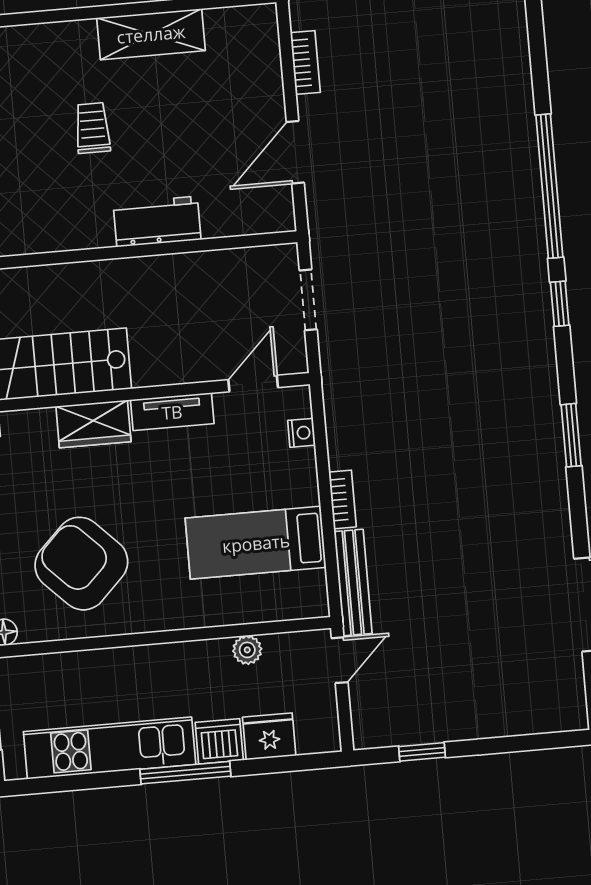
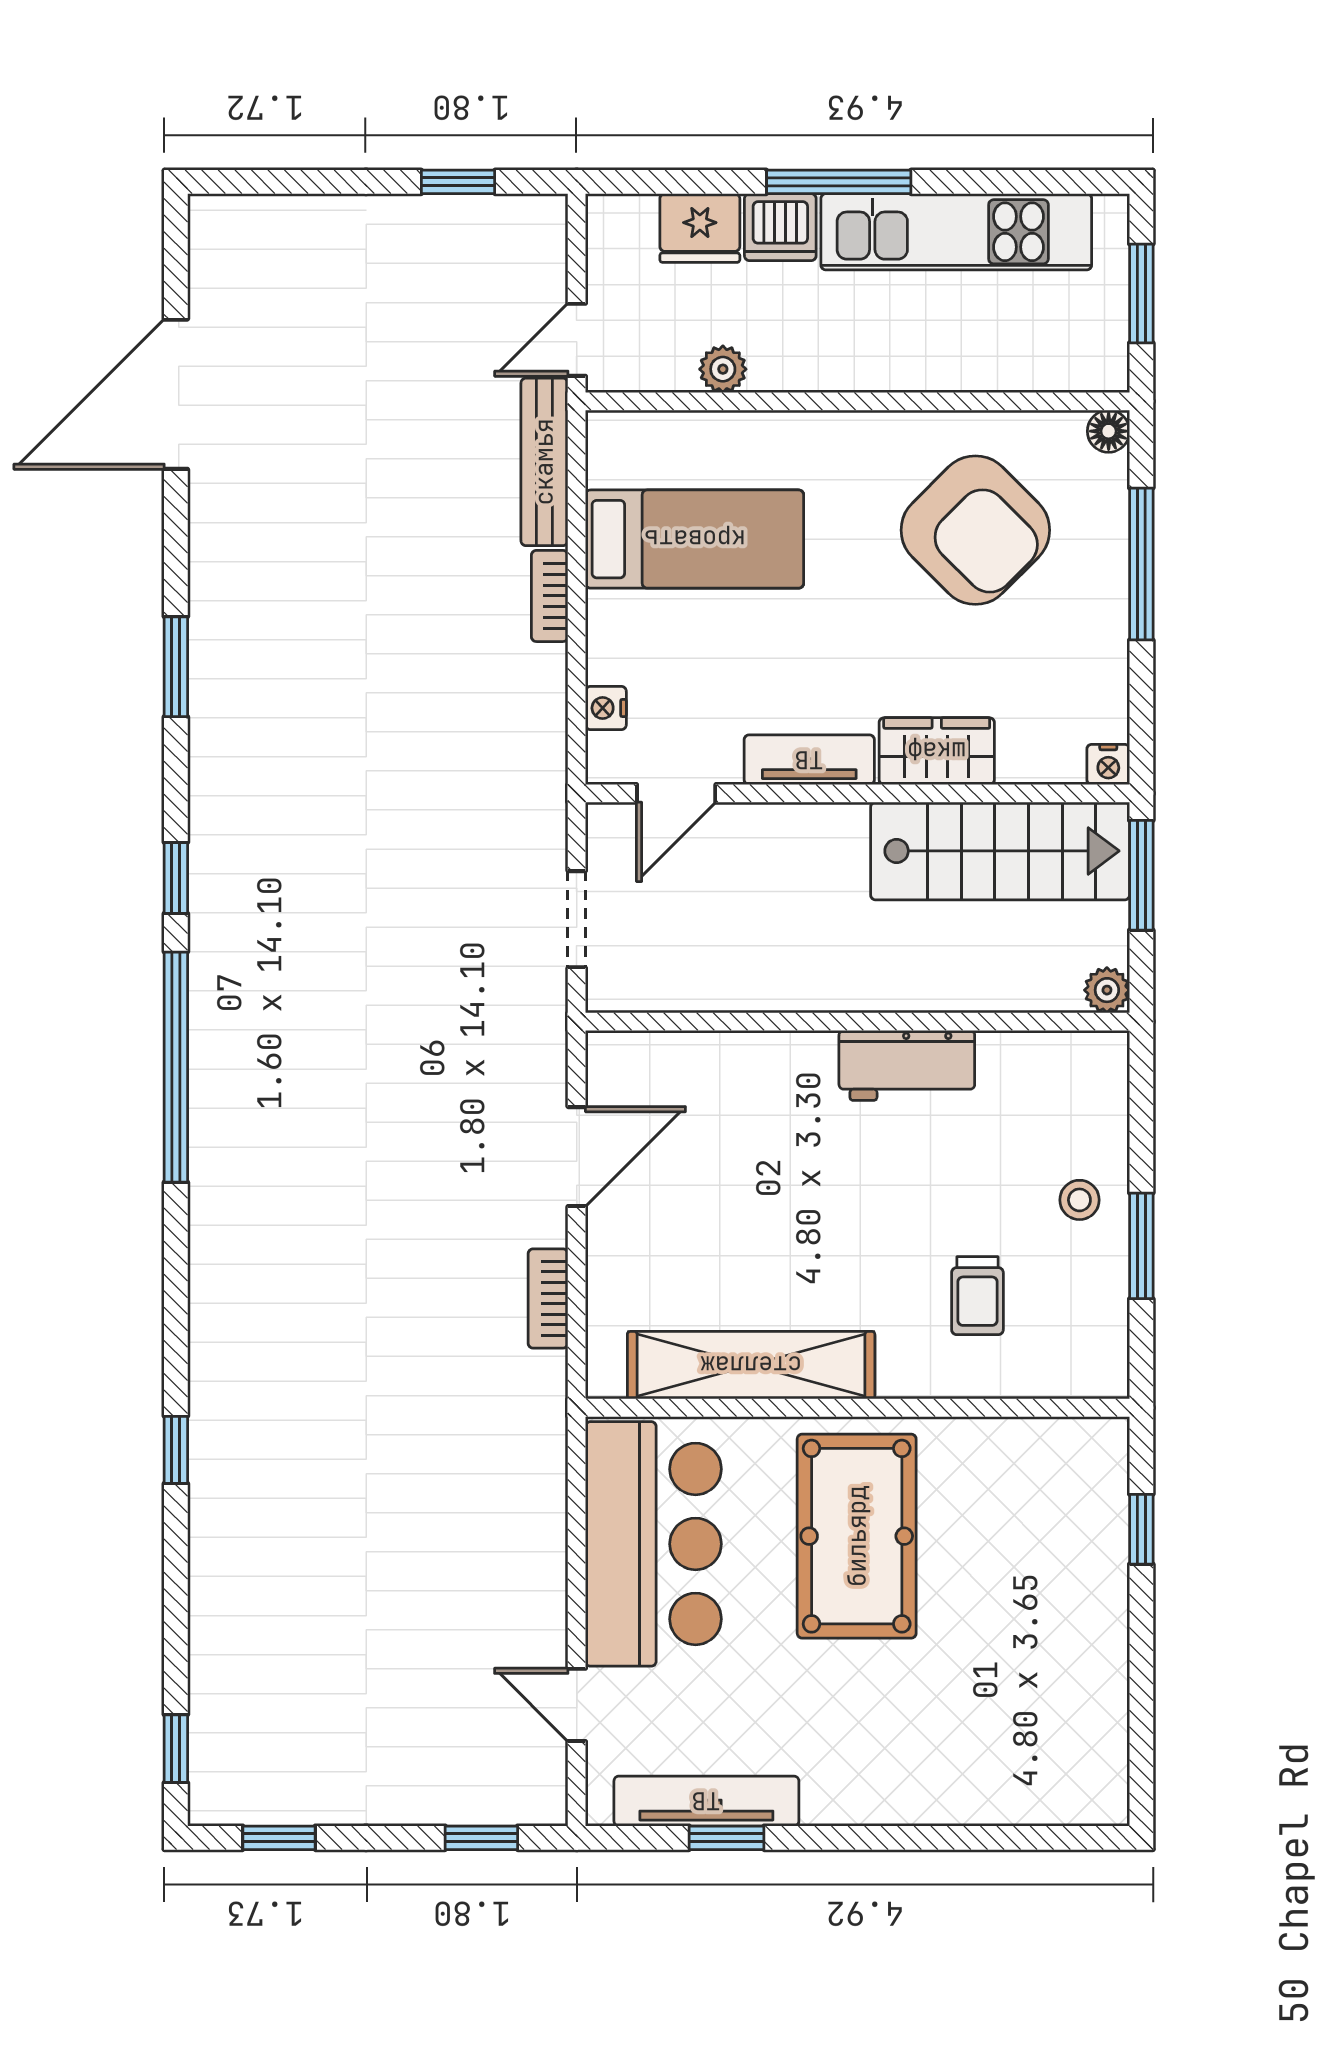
shelving: (151, 34) -> (751, 1365), width x1.47
trolley: (92, 128) -> (977, 1296), moved
workbench: (157, 222) -> (907, 1065), moved

